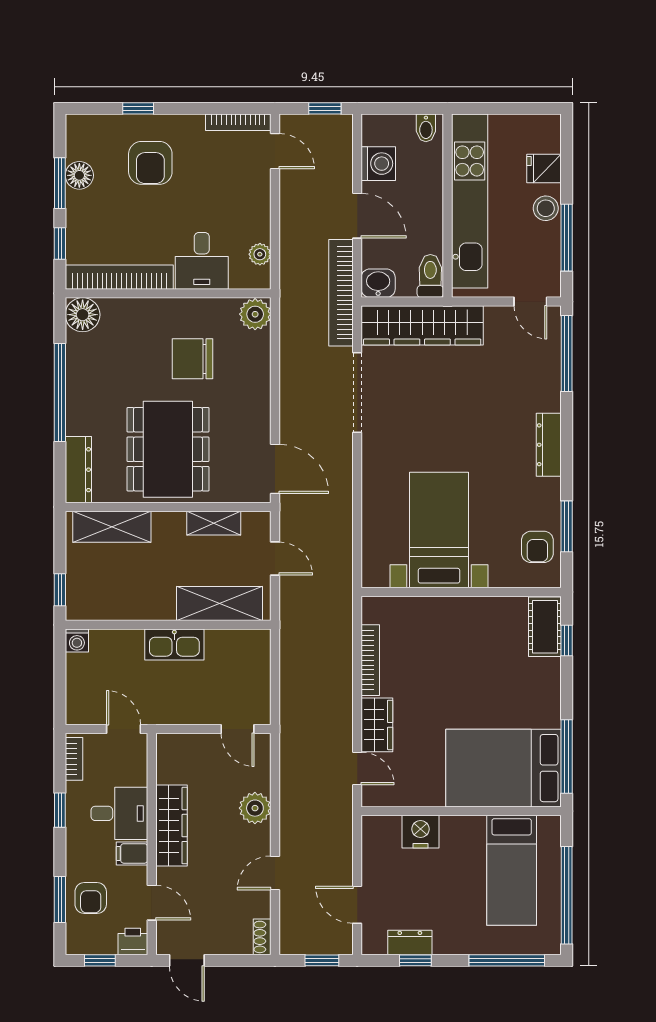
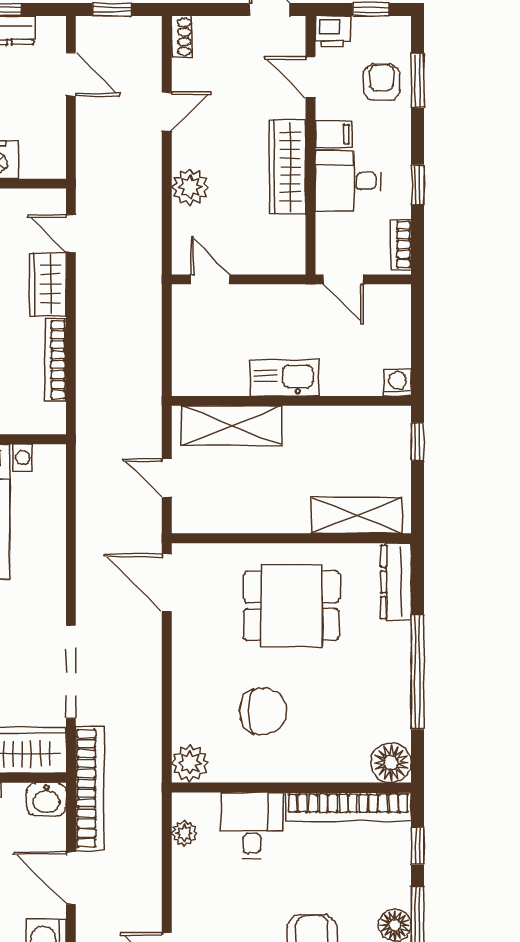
dining table: (168, 449) -> (291, 606), width x0.73
shelving: (214, 523) -> (238, 519), removed

